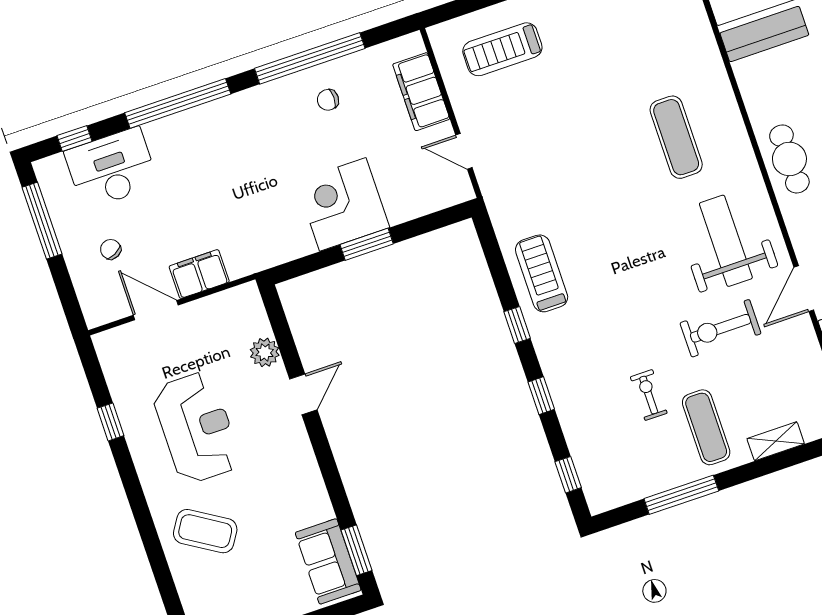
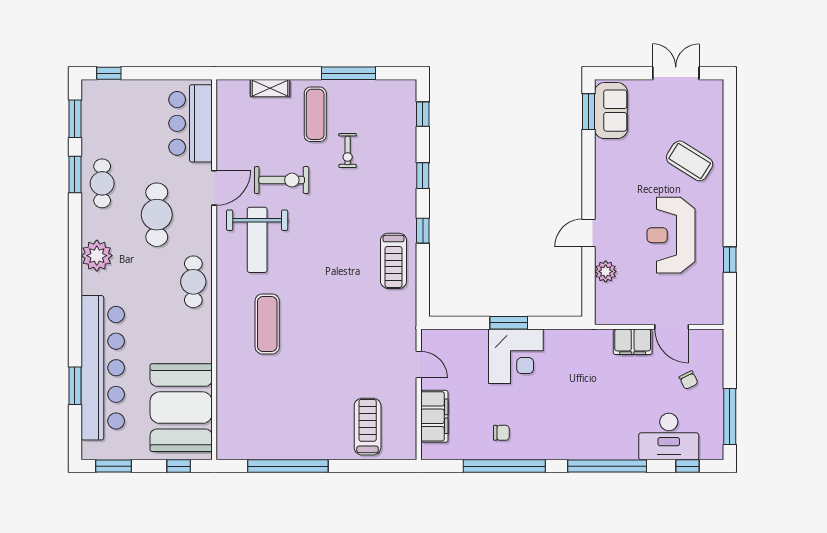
treadmill: (502, 49) -> (368, 427), turned -90

